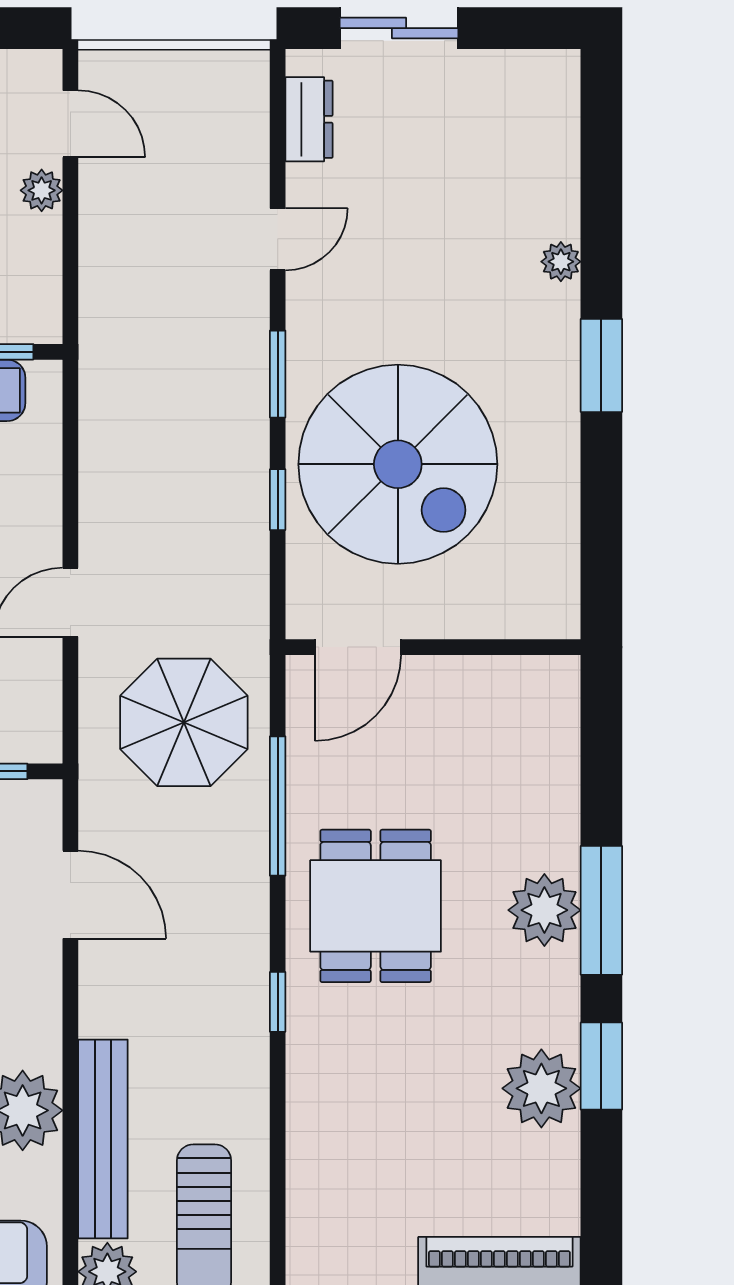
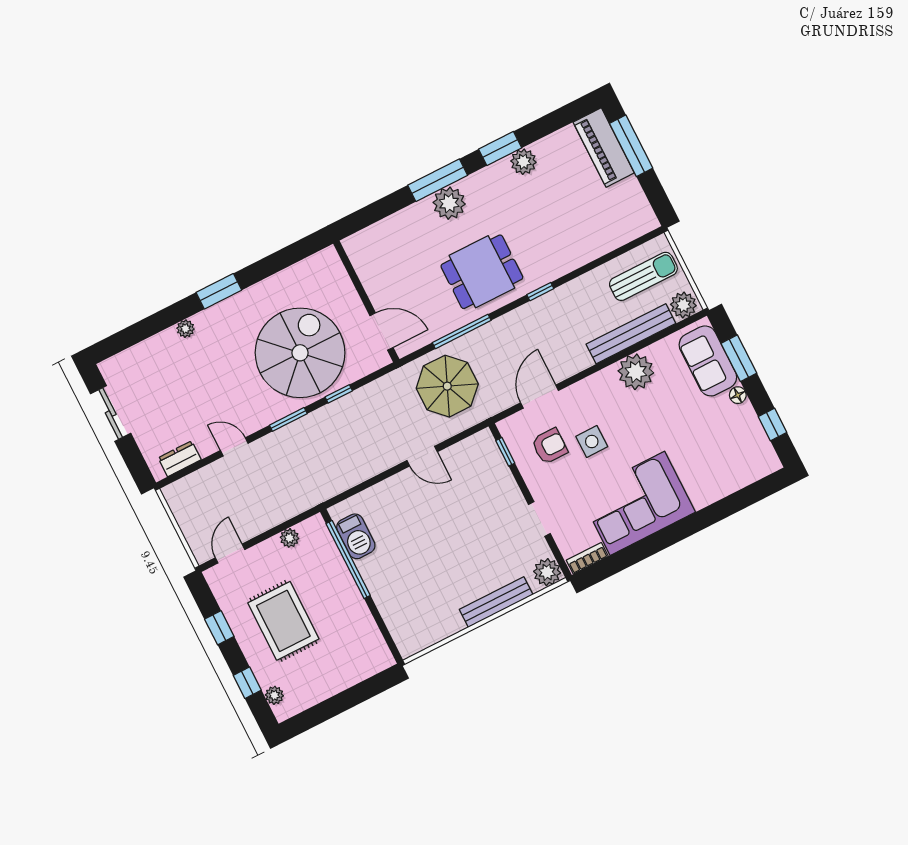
sliding door: (399, 28) -> (111, 414), moved
plant: (42, 190) -> (289, 538), moved
plant: (541, 1088) -> (523, 162), width x0.73, depth x0.73

